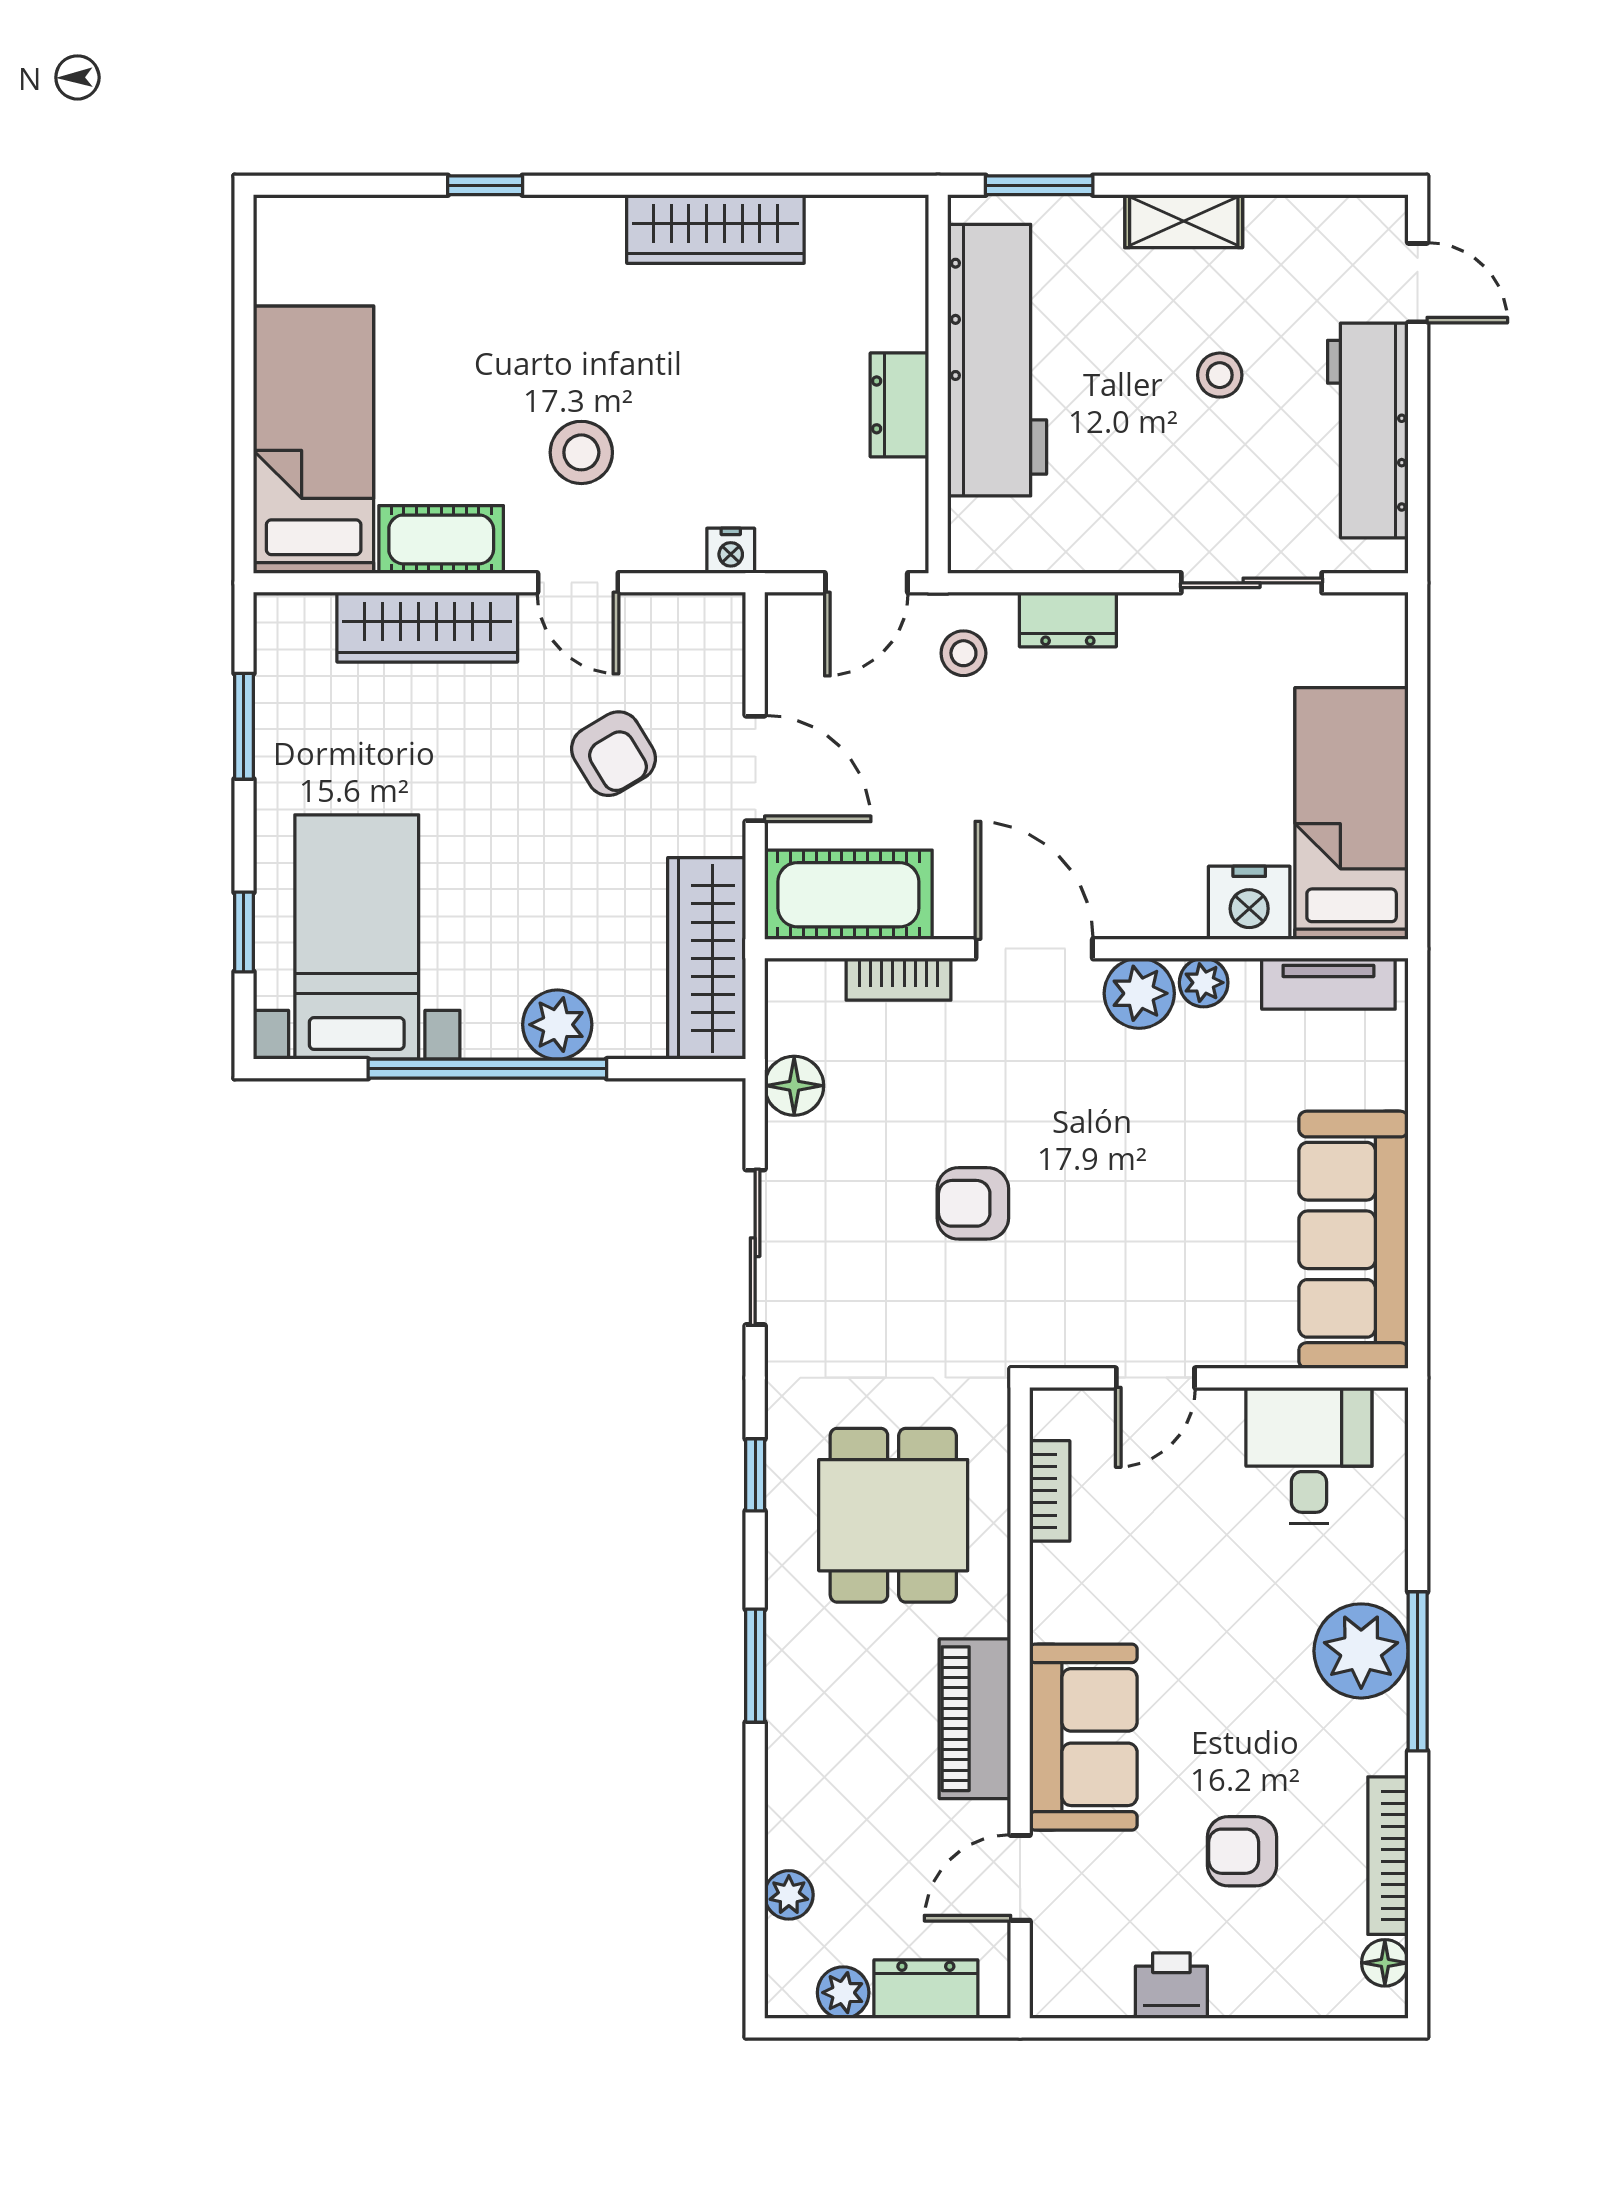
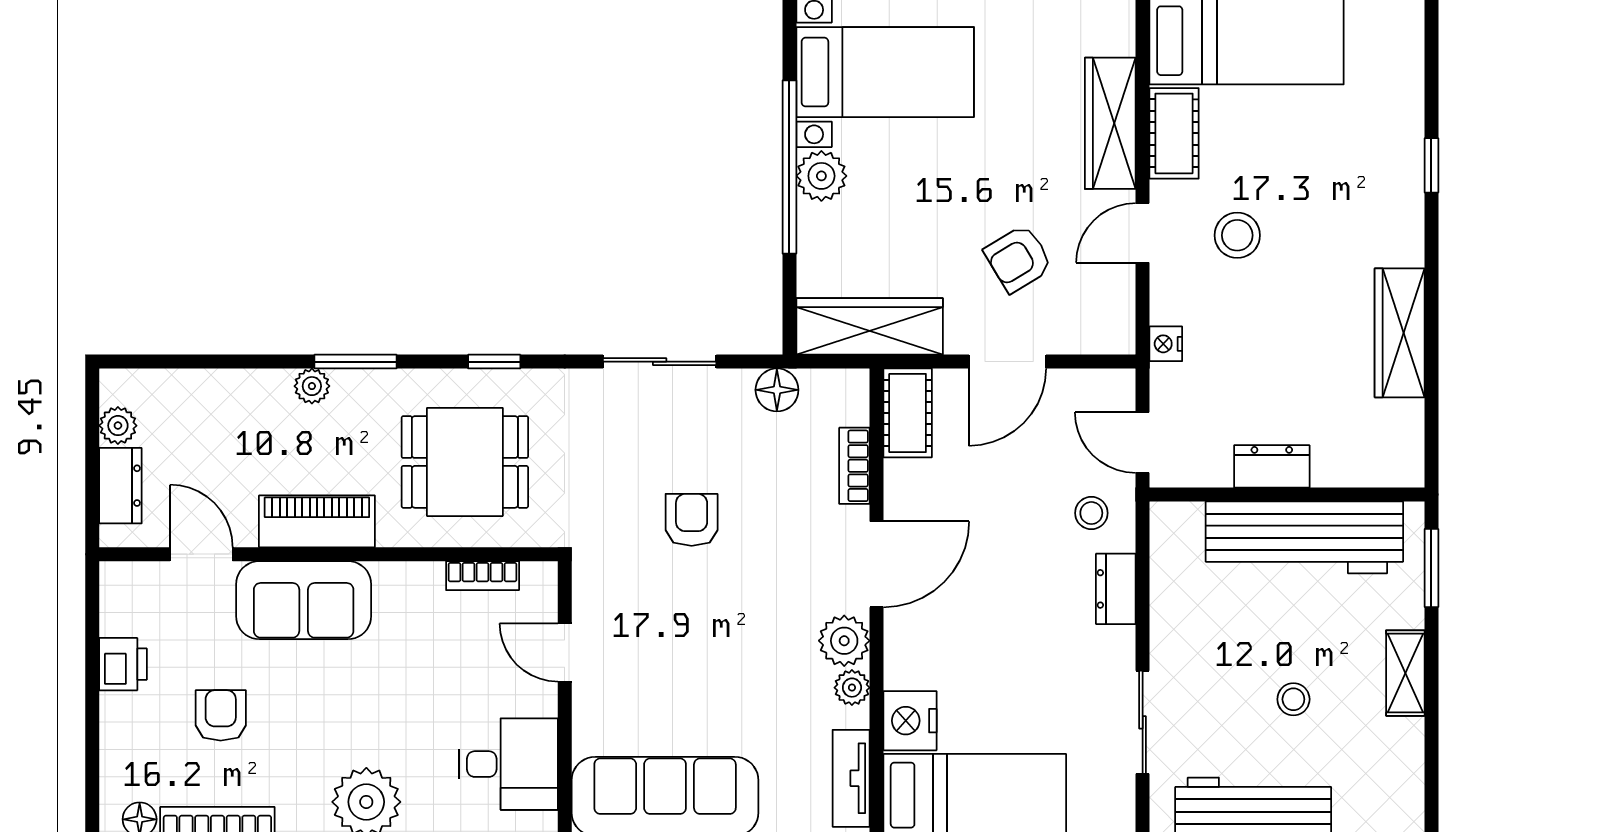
cot: (848, 895) -> (908, 413), width x0.73, depth x0.75
plant: (557, 1025) -> (821, 176), moved
plant: (789, 1895) -> (312, 386), moved

